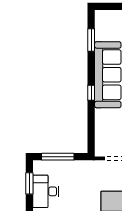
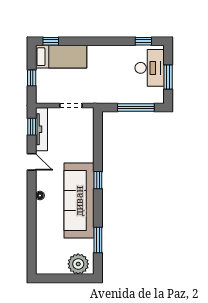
plant: (108, 19) -> (78, 264), added

